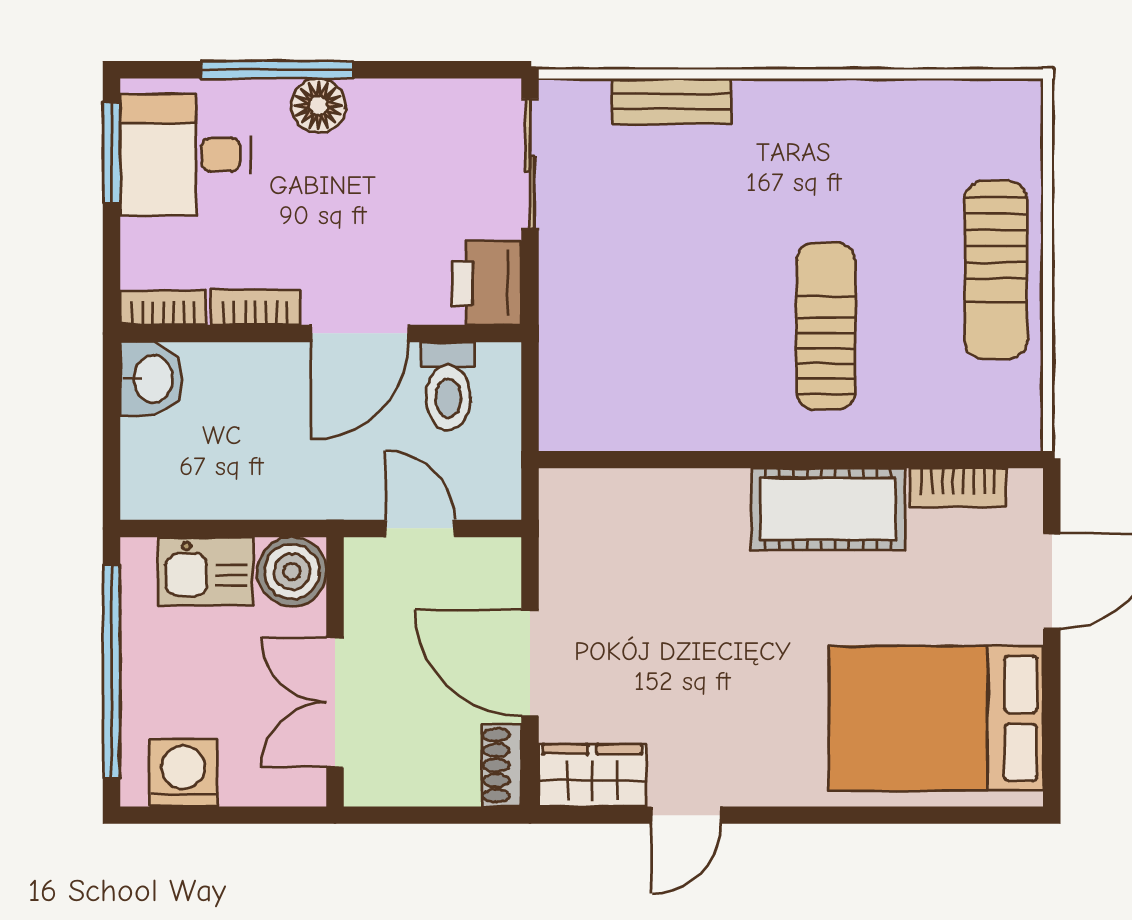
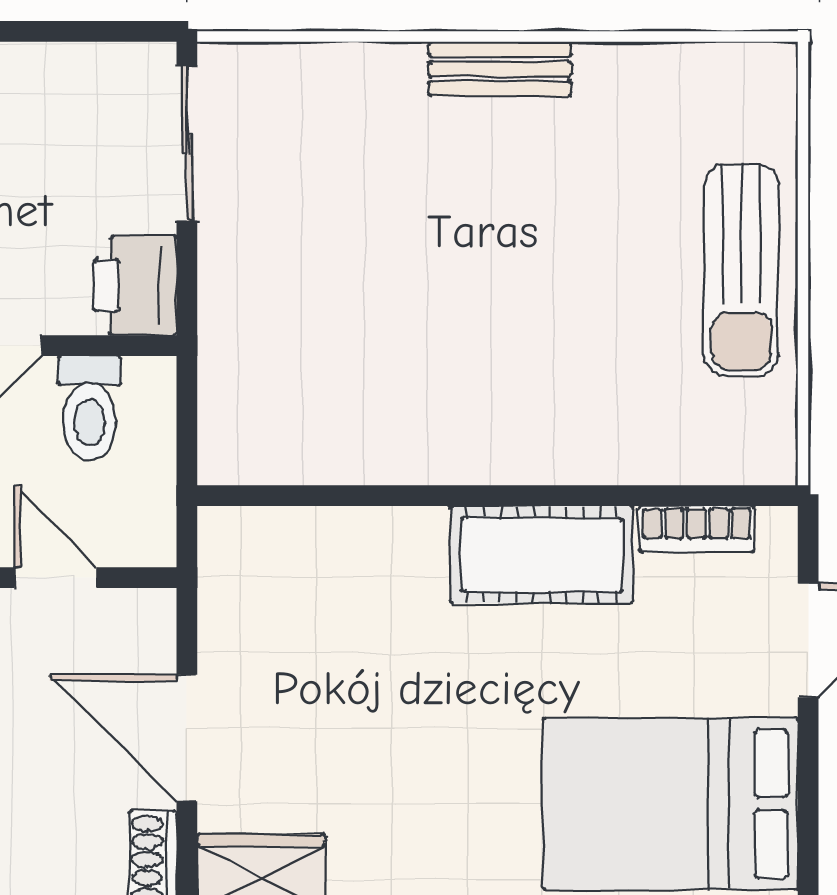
bench: (672, 101) -> (500, 69), moved
sun lounger: (826, 326) -> (539, 337), removed

